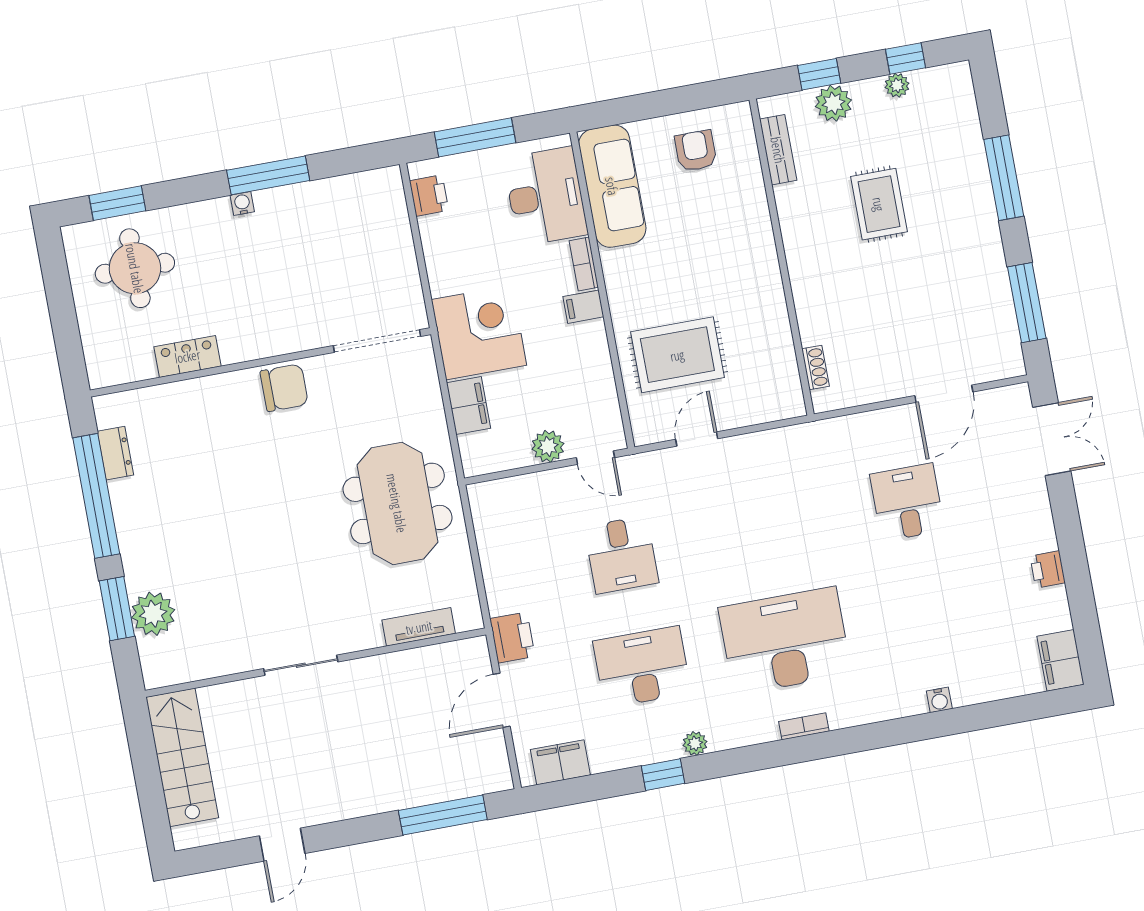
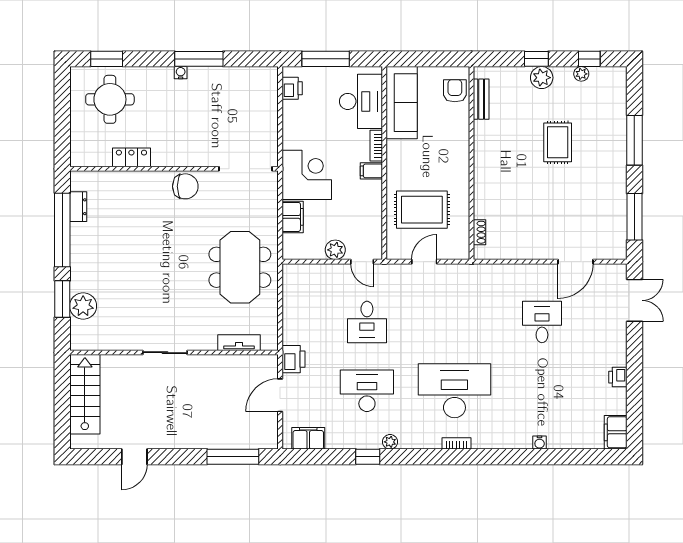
bench: (778, 150) -> (481, 99), moved
wall: (782, 257) -> (472, 163), moved
shoe rack: (815, 368) -> (480, 232), moved

